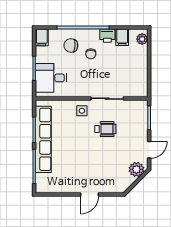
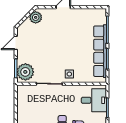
plant: (137, 113) -> (25, 72), added
wheelchair: (105, 129) -> (51, 59), removed
plant: (136, 169) -> (36, 17), moved

